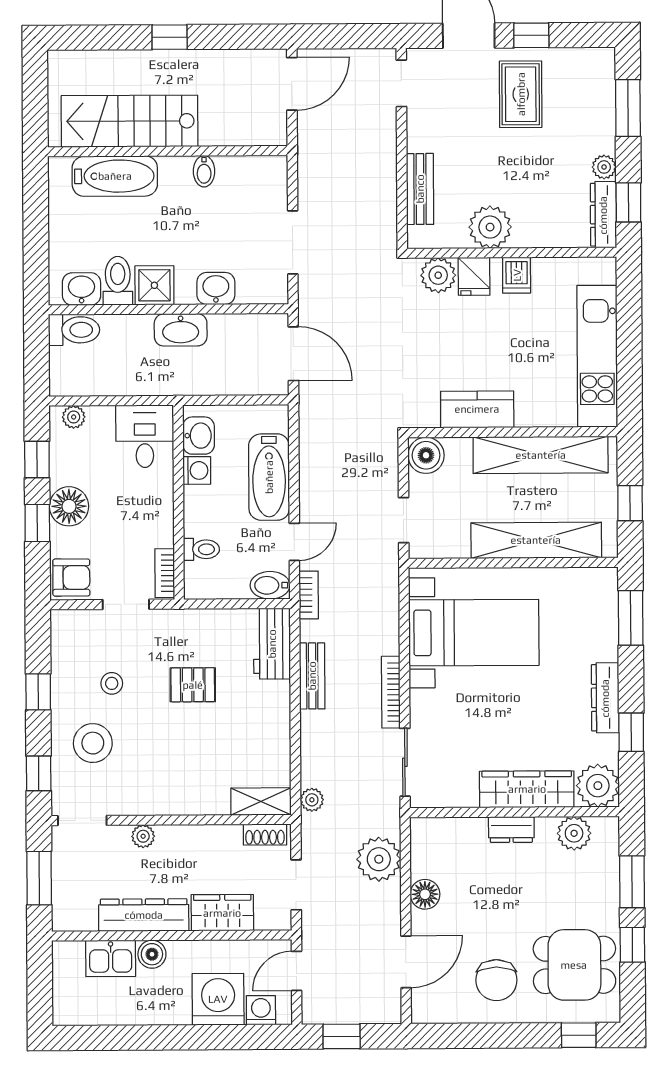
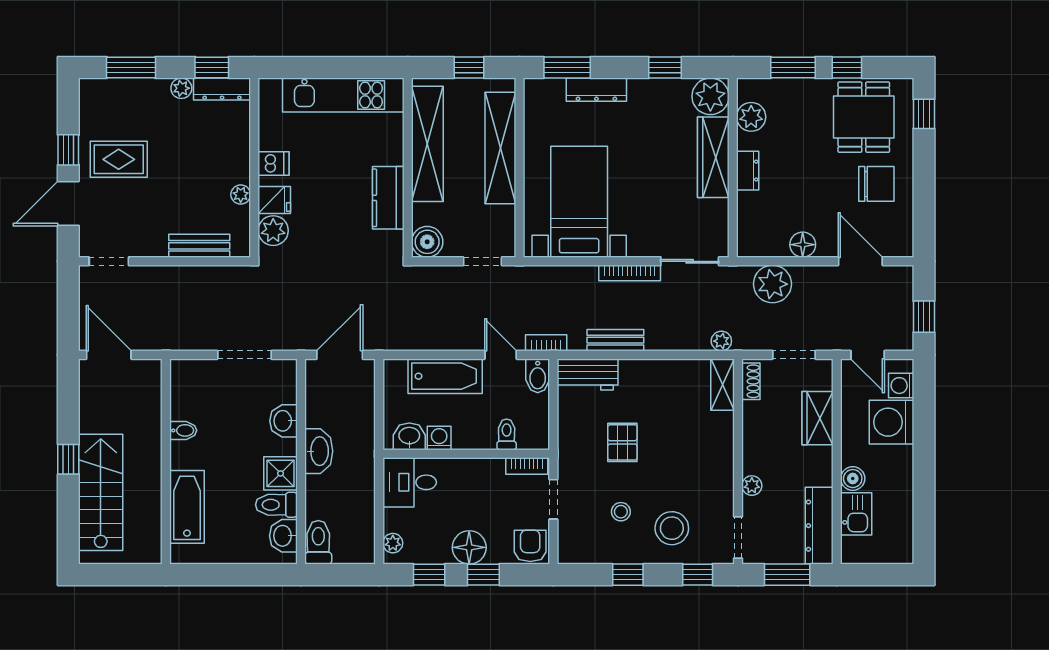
stairs: (129, 121) -> (101, 492), moved, turned 180
plant: (490, 227) -> (241, 195), width x0.53, depth x0.53
dresser: (605, 698) -> (596, 90), moved
dresser: (144, 915) -> (819, 526), moved

